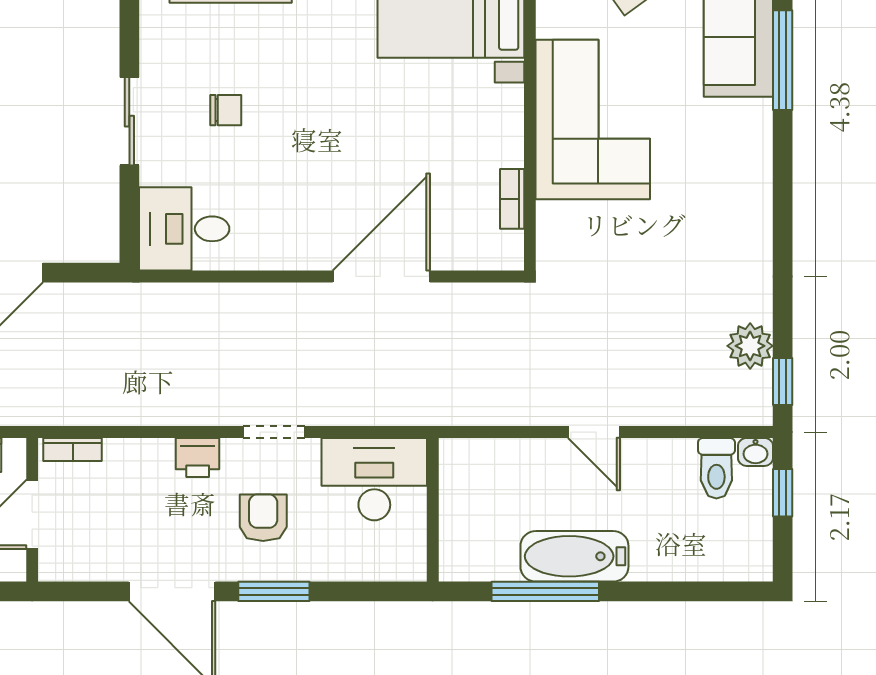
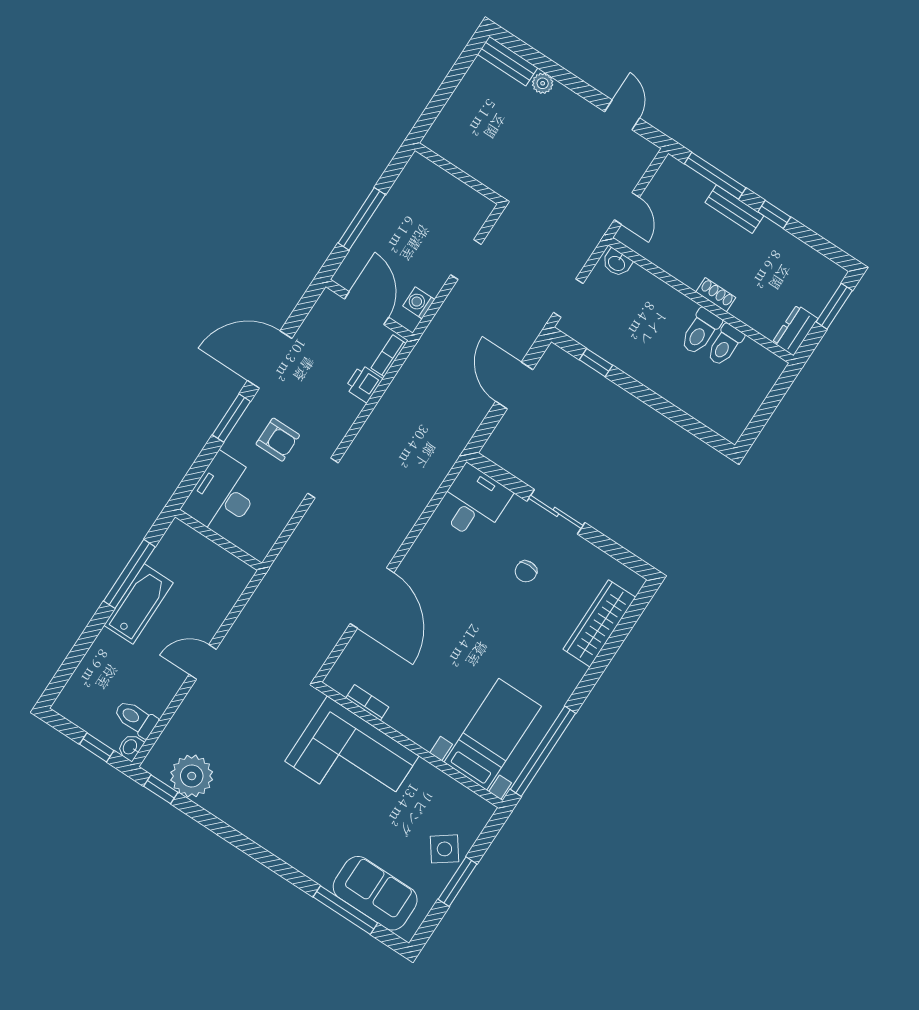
corner sofa: (593, 120) -> (352, 759), moved
plant: (750, 346) -> (192, 776), width x1.36, depth x1.36
printer: (198, 458) -> (364, 384), moved
desk: (374, 479) -> (223, 495), moved, turned 180

